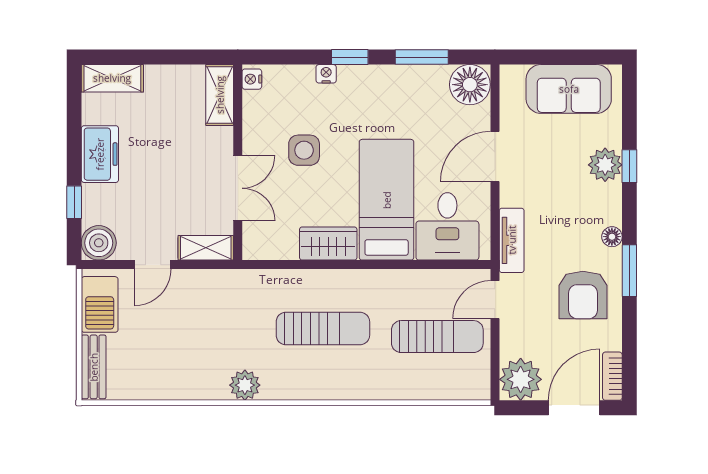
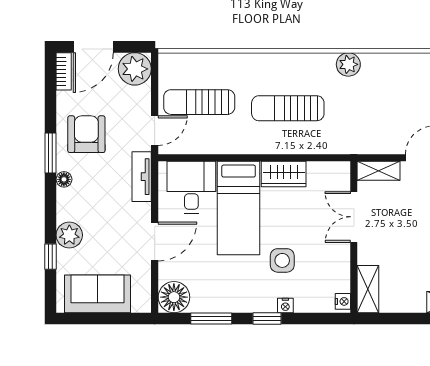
side table: (304, 150) -> (282, 260), moved
window: (629, 166) -> (50, 257), moved

